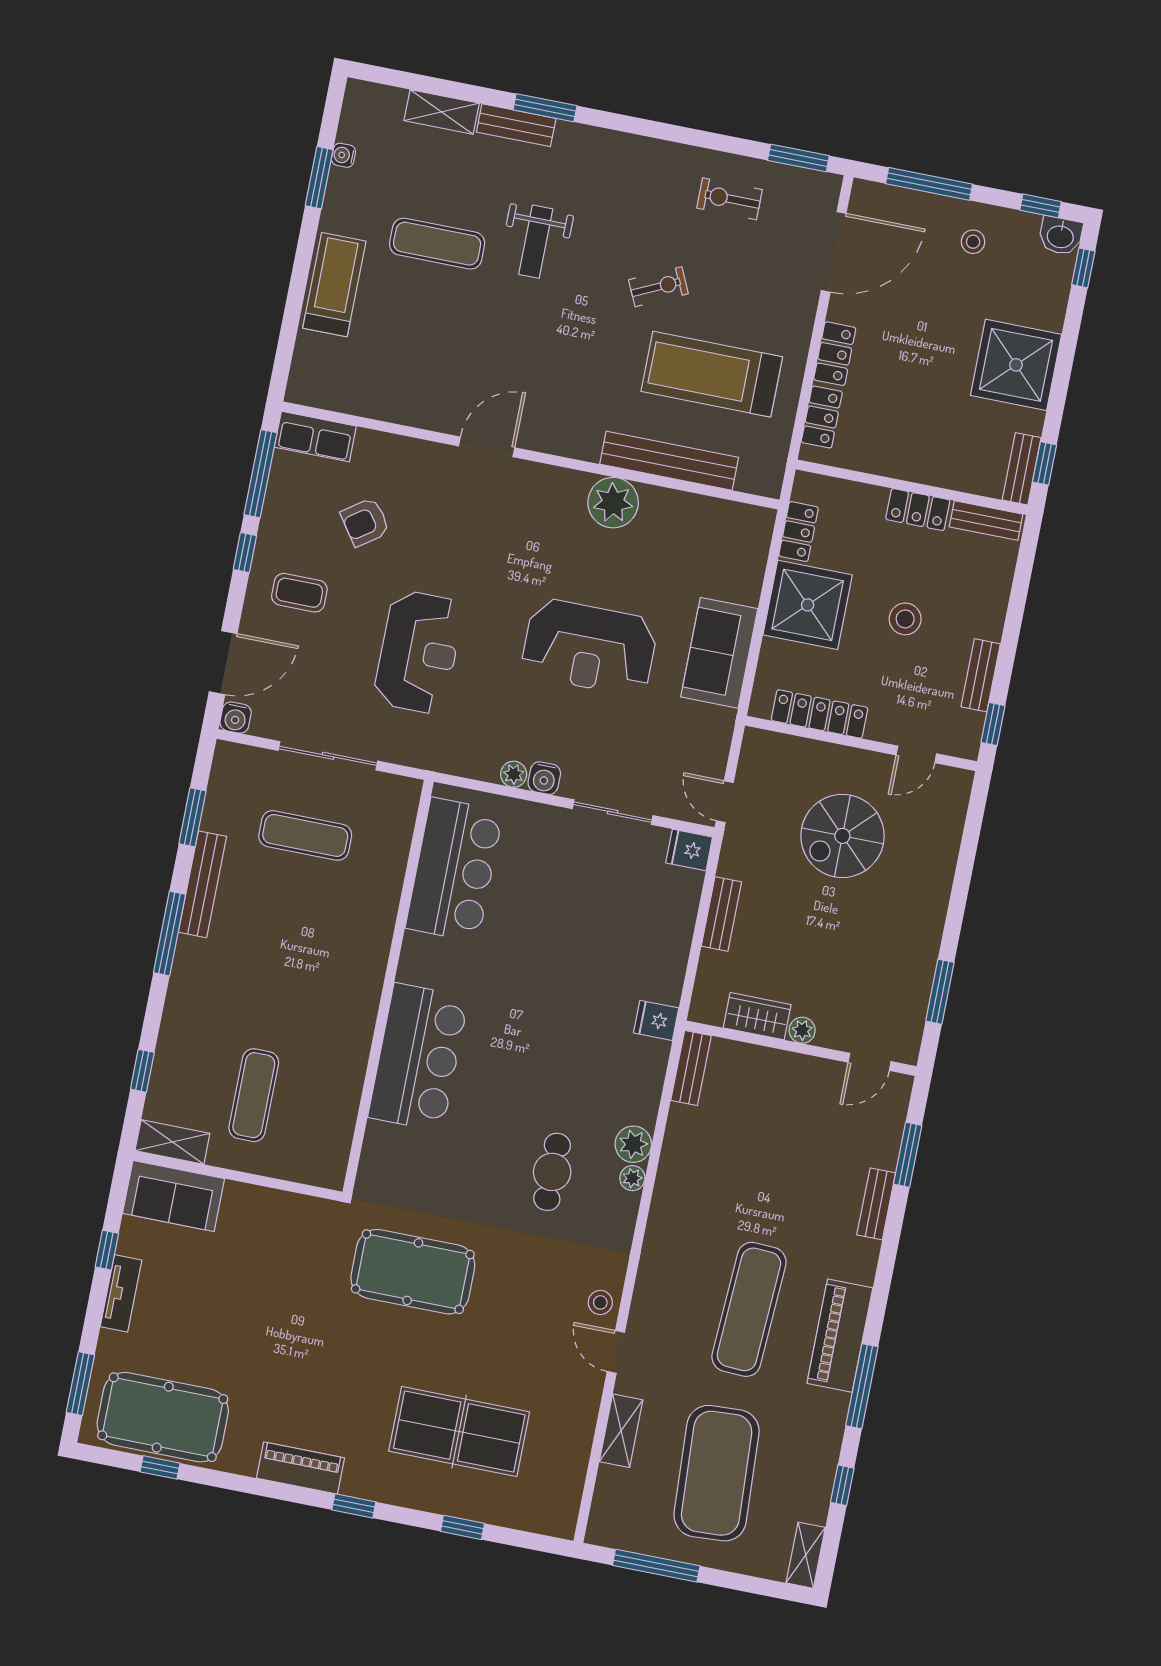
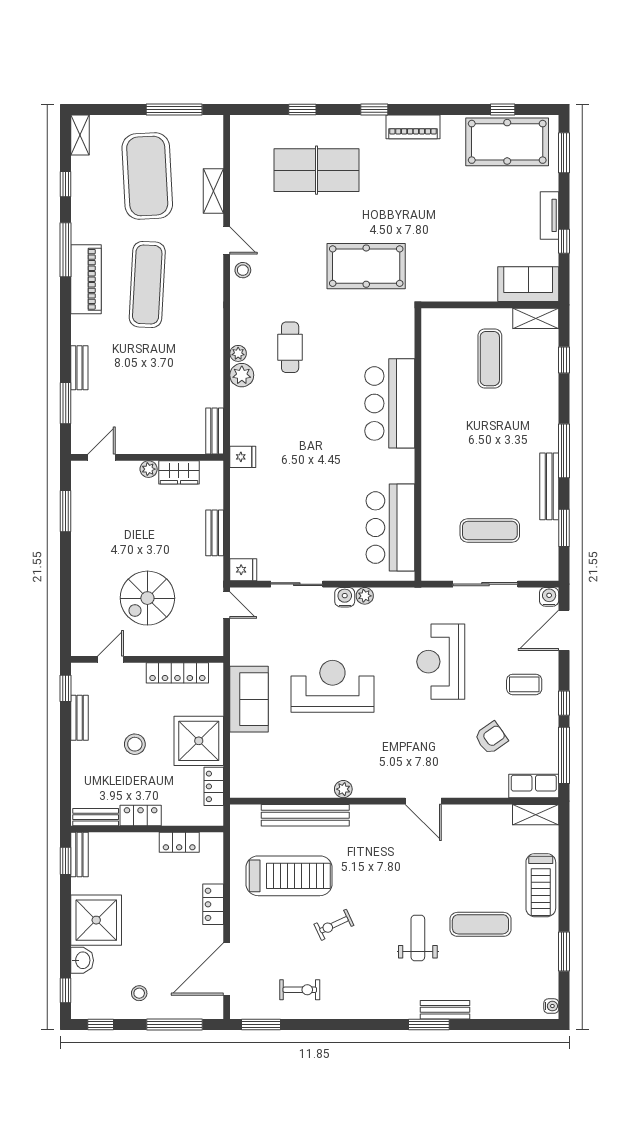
shelving: (442, 112) -> (536, 815), moved
water cooler: (343, 155) -> (551, 1006), moved
washbasin: (1060, 236) -> (82, 960), moved, turned 90
locker: (822, 417) -> (179, 842), moved, turned -90
door: (487, 447) -> (423, 801), hinge flipped
plant: (613, 503) -> (343, 789), width x0.53, depth x0.53
spiral stairs: (842, 836) -> (147, 598), turned 180

